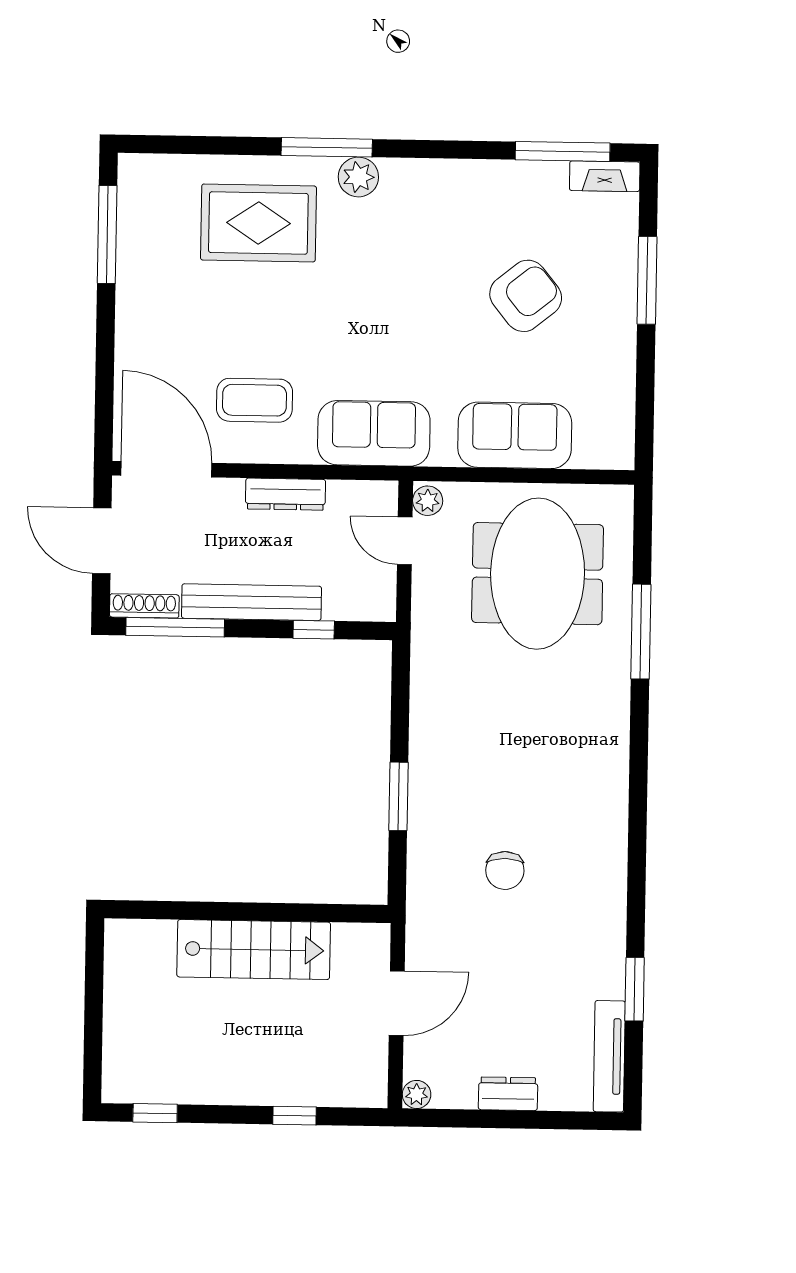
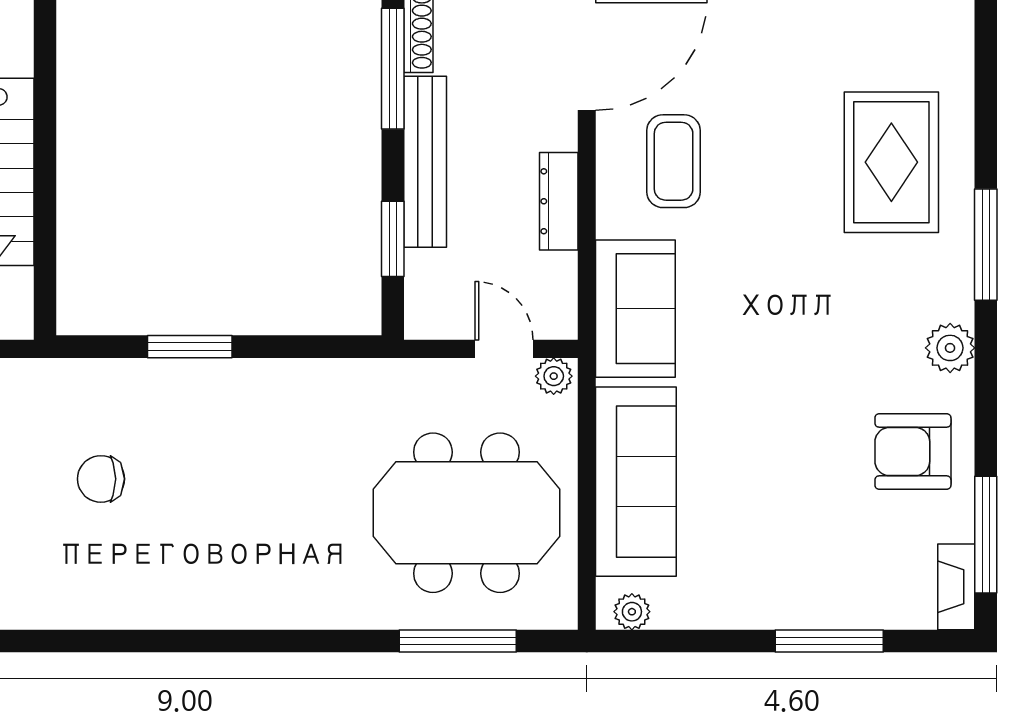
plant: (358, 177) -> (950, 348), moved
armchair: (526, 296) -> (913, 452), moved, turned 129
sofa: (515, 435) -> (636, 482), width x1.36
plant: (620, 440) -> (632, 612), added
door: (405, 541) -> (504, 349), hinge flipped
window: (314, 630) -> (393, 239), width x1.50
window: (641, 632) -> (458, 641), moved

